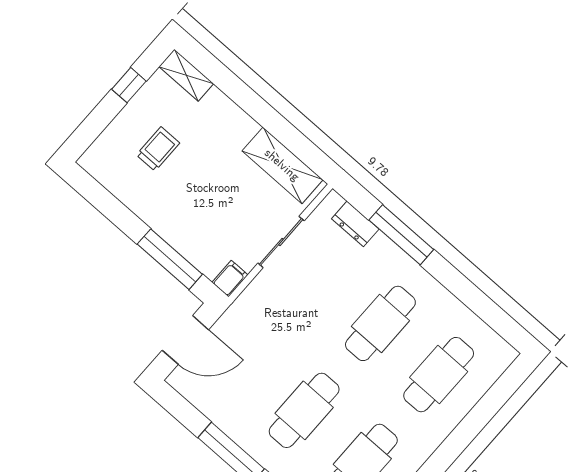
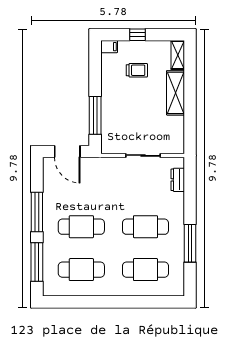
window: (129, 85) -> (137, 35), moved
shelving: (282, 165) -> (175, 93), moved
window: (401, 235) -> (190, 243), moved
filing cabinet: (230, 279) -> (109, 47), moved

